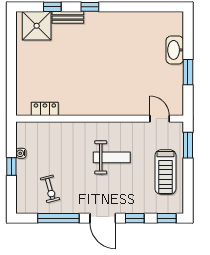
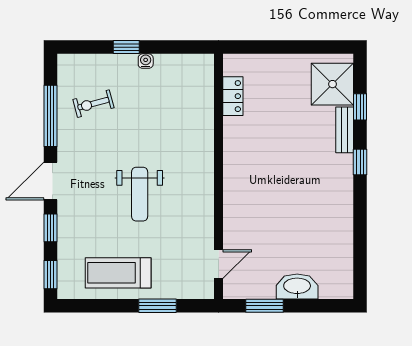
locker: (45, 109) -> (233, 96), moved
wall: (100, 119) -> (219, 176), moved
door: (160, 119) -> (219, 264), moved

